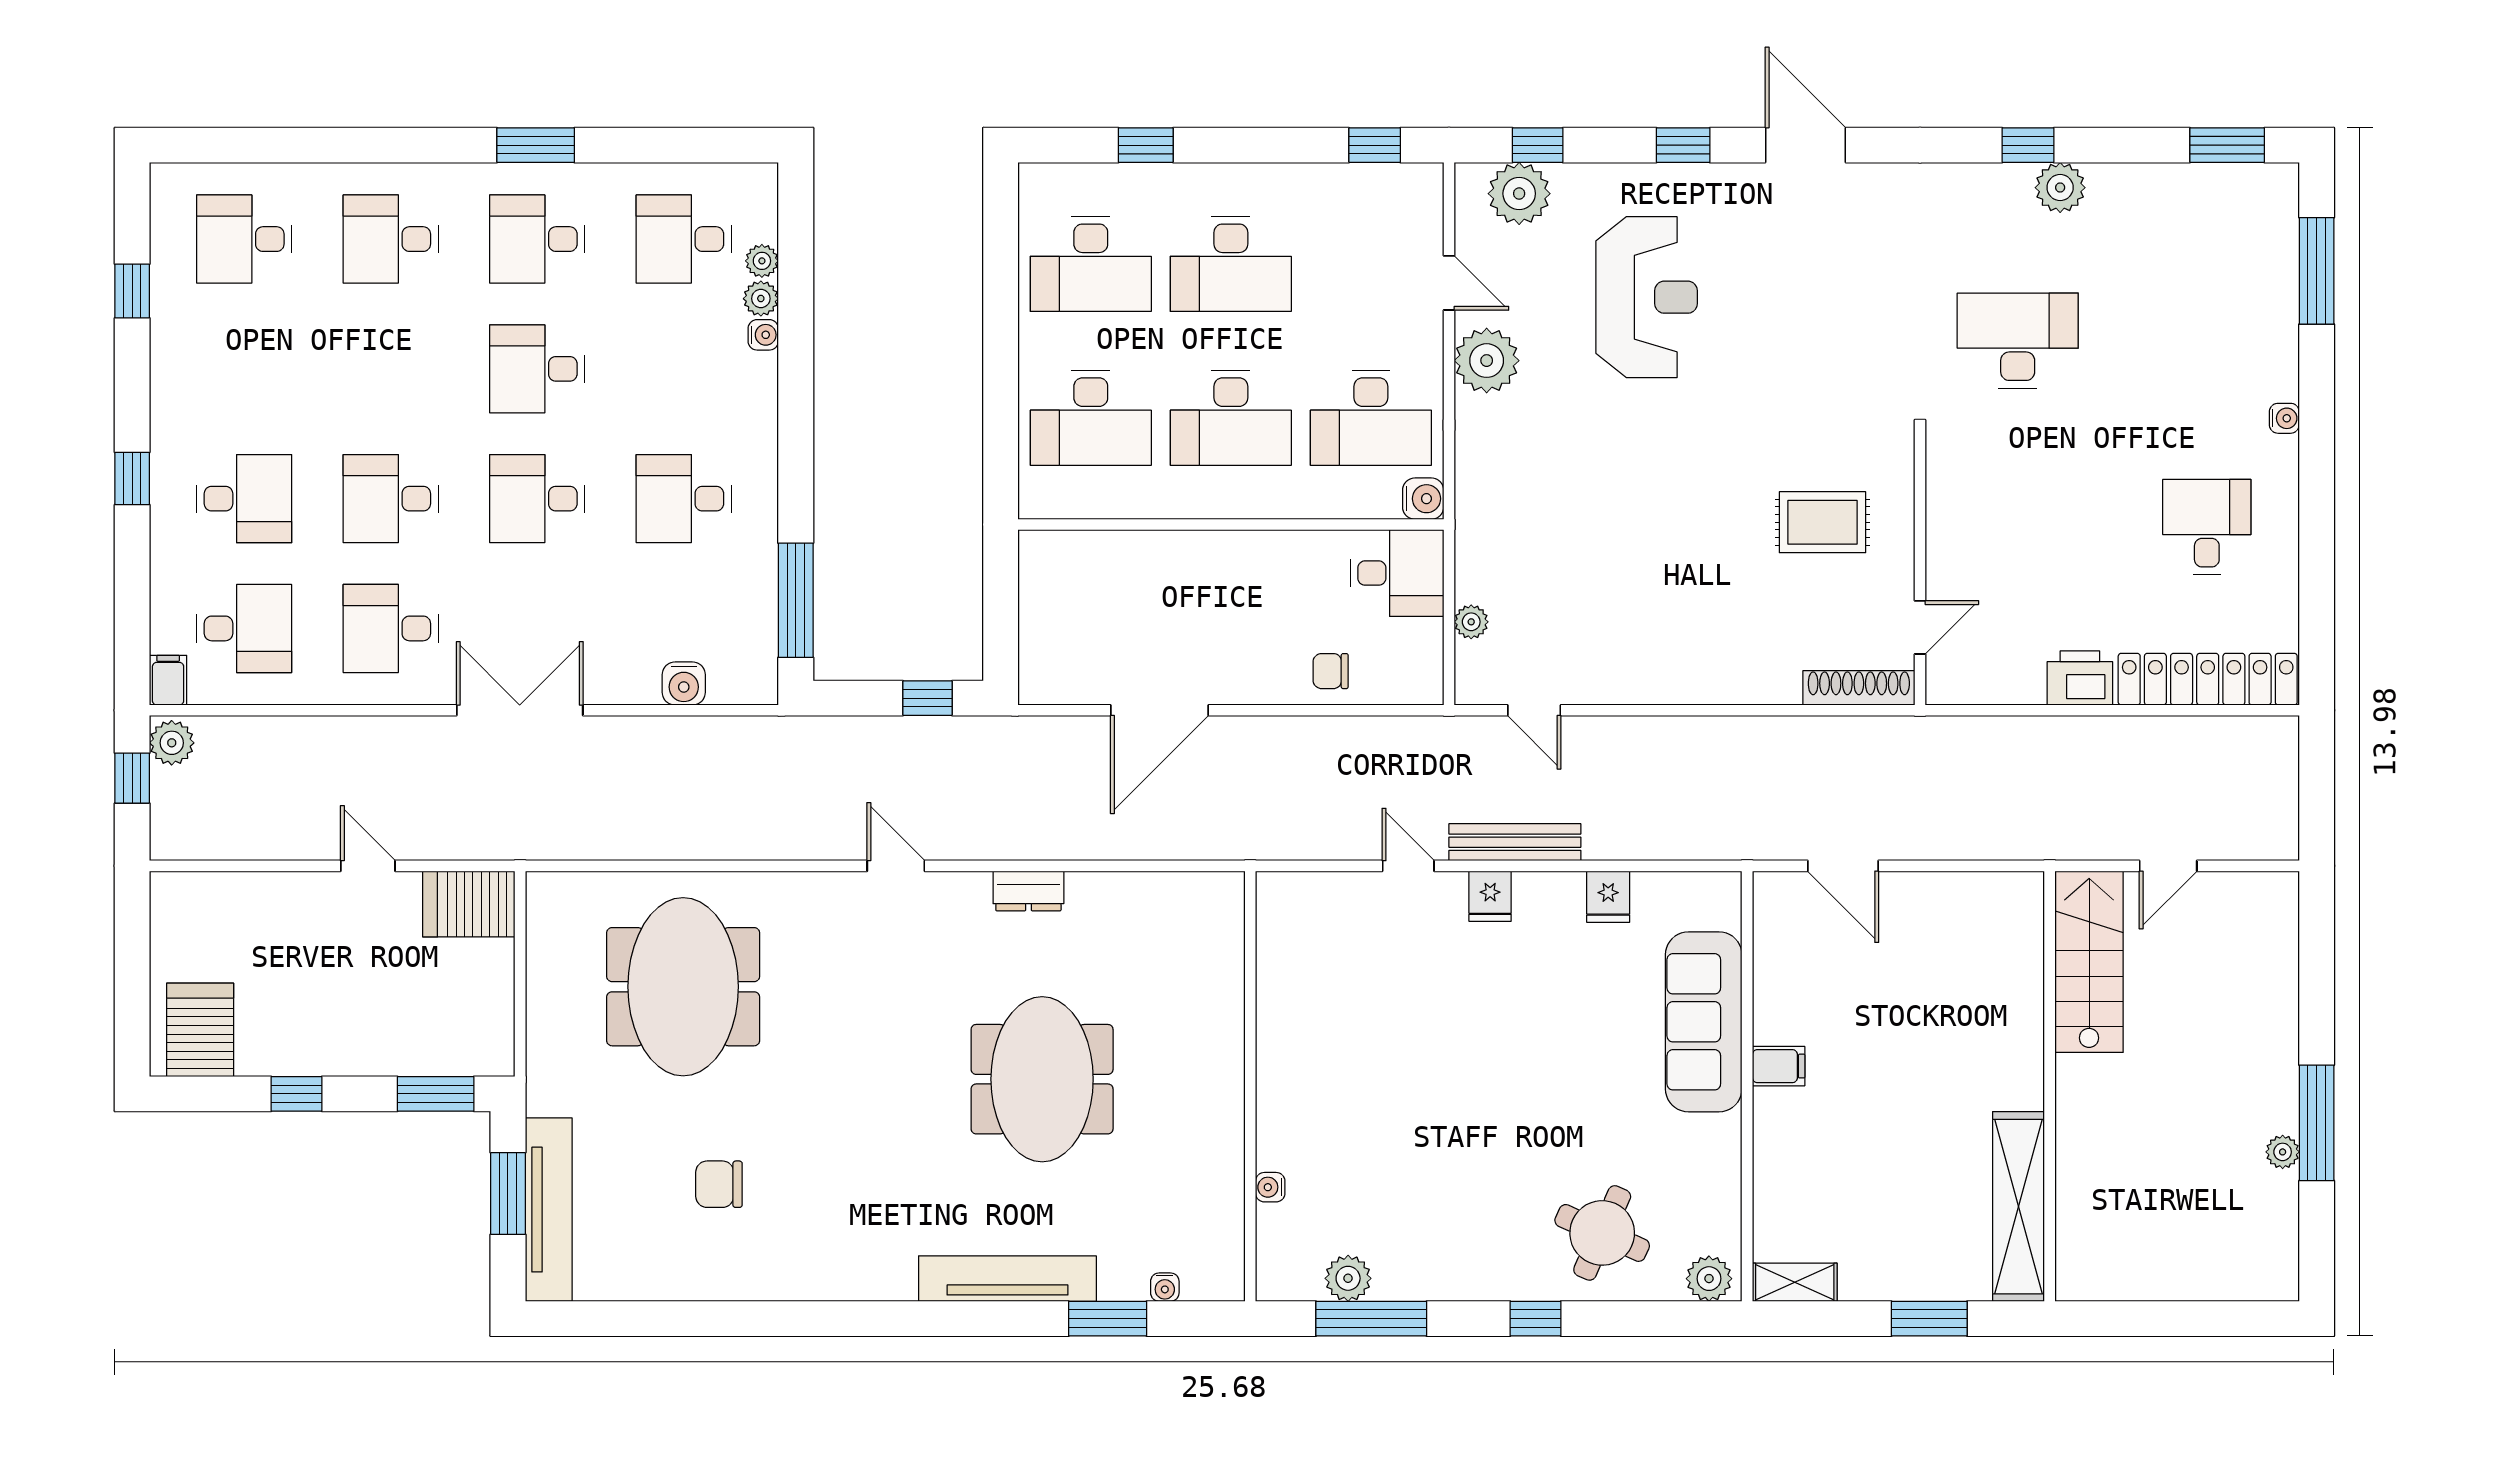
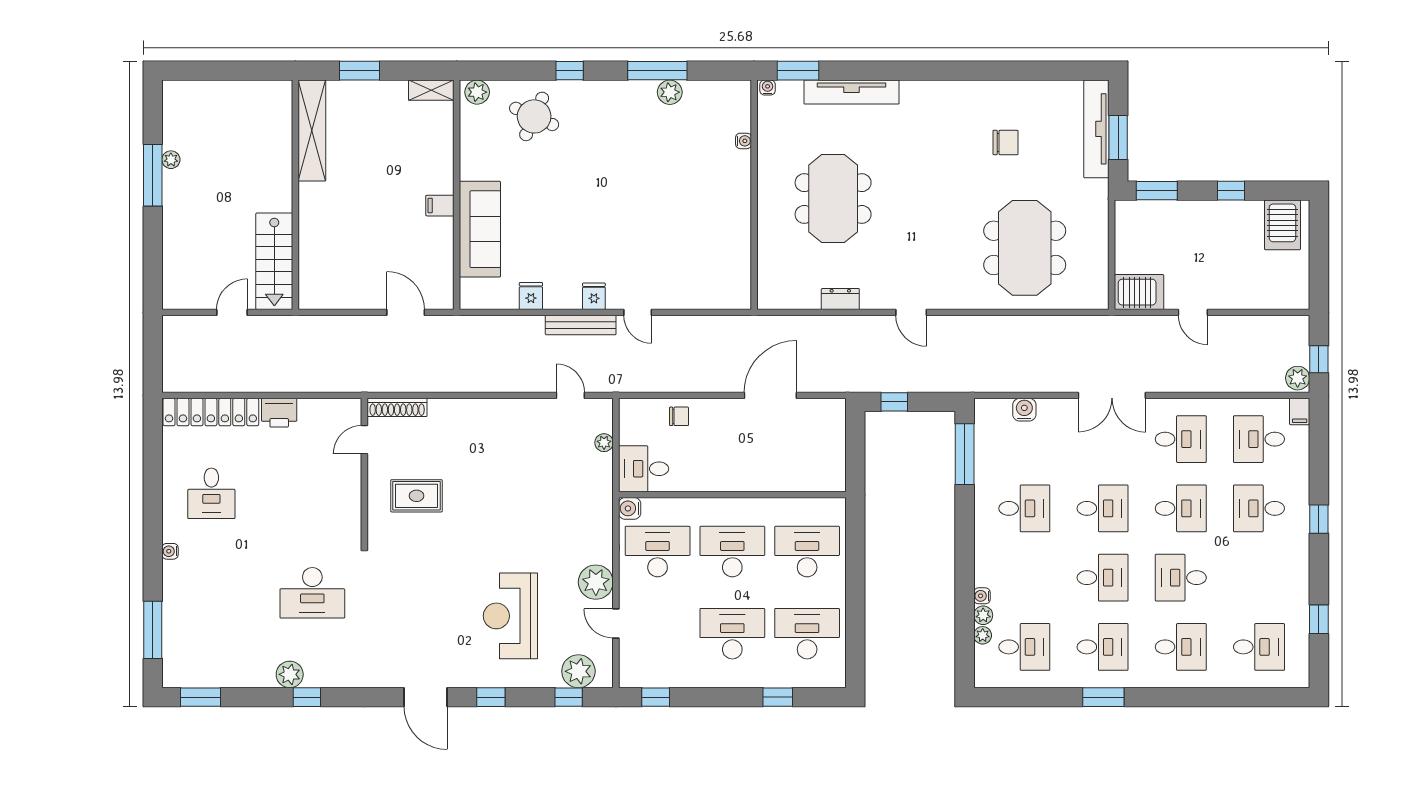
desk: (391, 369) -> (1181, 578), added
wall: (1250, 1086) -> (754, 195), moved
water cooler: (1270, 1187) -> (744, 141), moved

